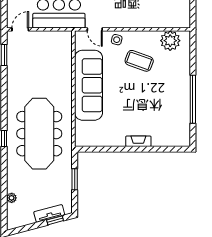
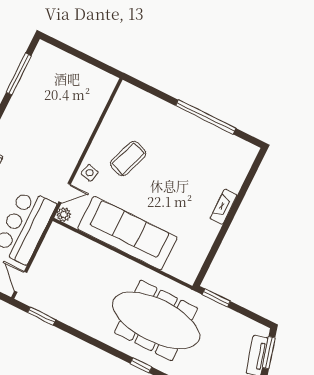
plant: (170, 41) -> (64, 215), moved, width x0.53, depth x0.53
window: (75, 179) -> (216, 298), moved
window: (55, 220) -> (269, 353), width x1.50

